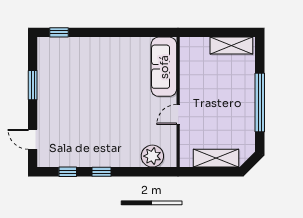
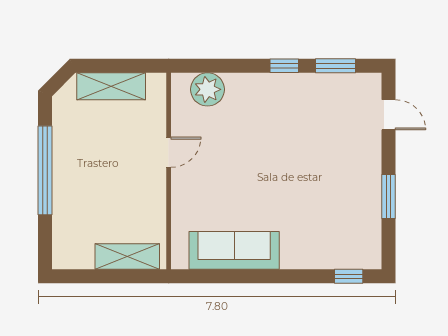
shelving: (231, 46) -> (127, 257), moved
sofa: (164, 67) -> (234, 250), moved, turned -90
window: (68, 172) -> (335, 66), width x1.50

